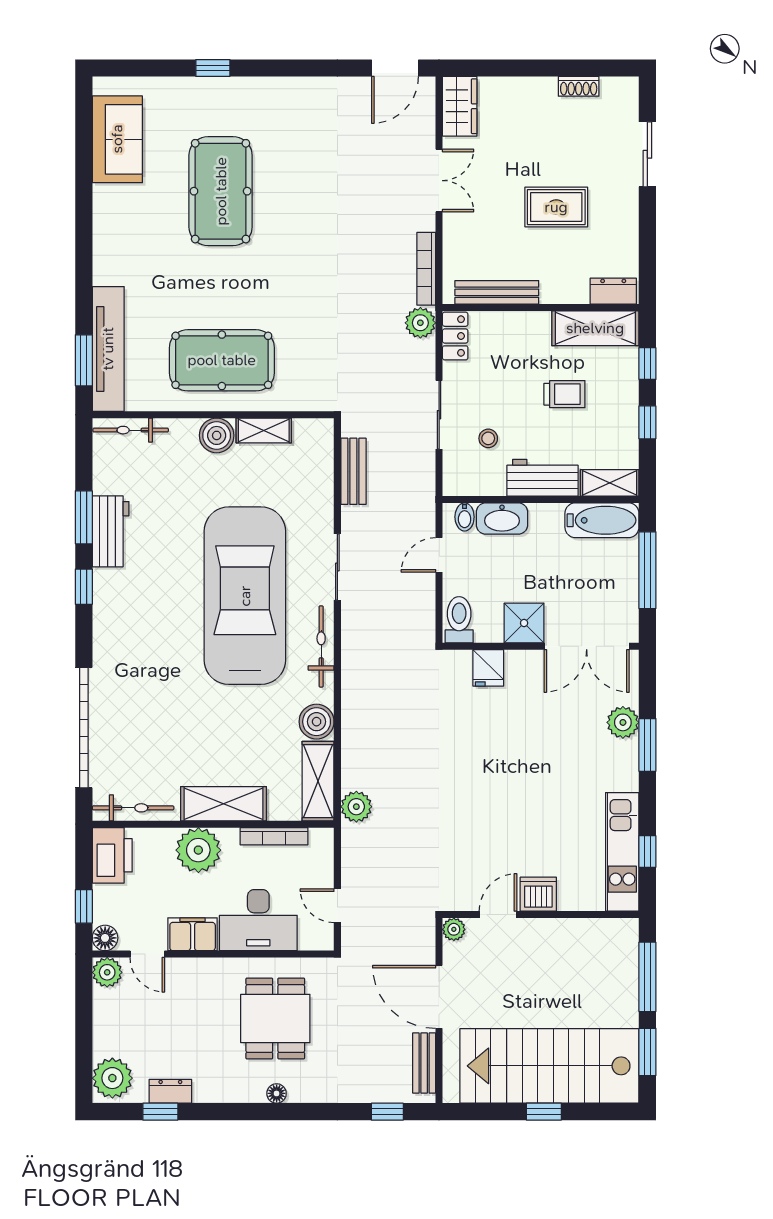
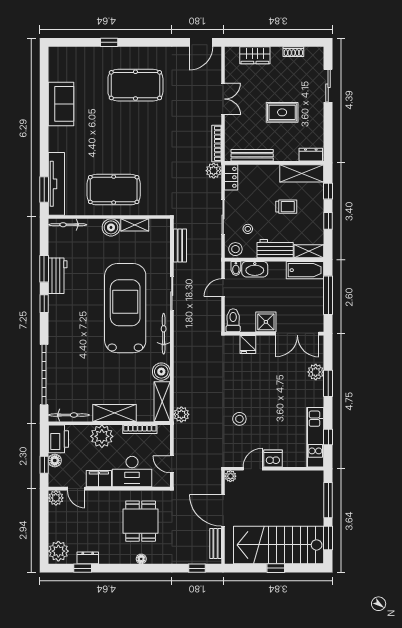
wardrobe: (460, 106) -> (255, 55), moved, turned 90
sofa: (117, 139) -> (61, 104), moved
pool table: (221, 191) -> (135, 85), moved, turned 90
stool: (464, 478) -> (235, 249), added
stool: (472, 815) -> (239, 419), added
floor lamp: (105, 938) -> (55, 460), moved

